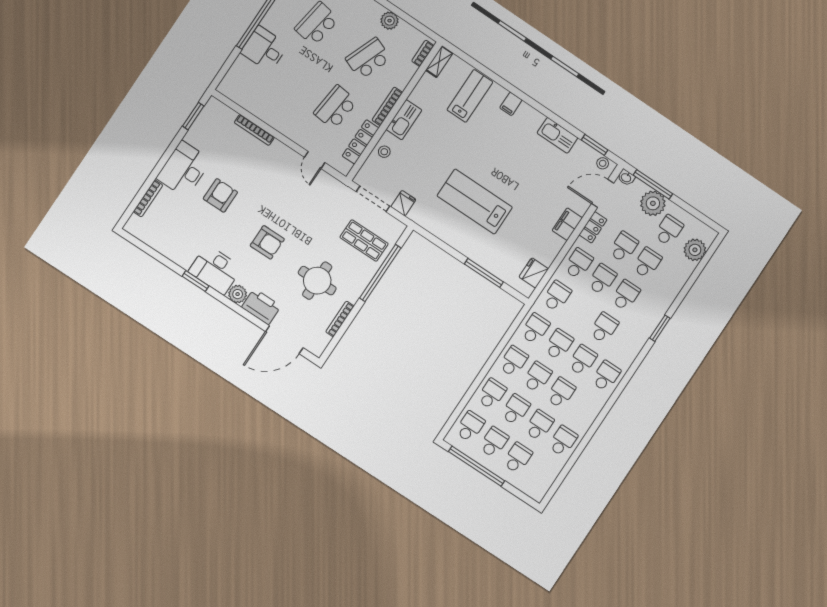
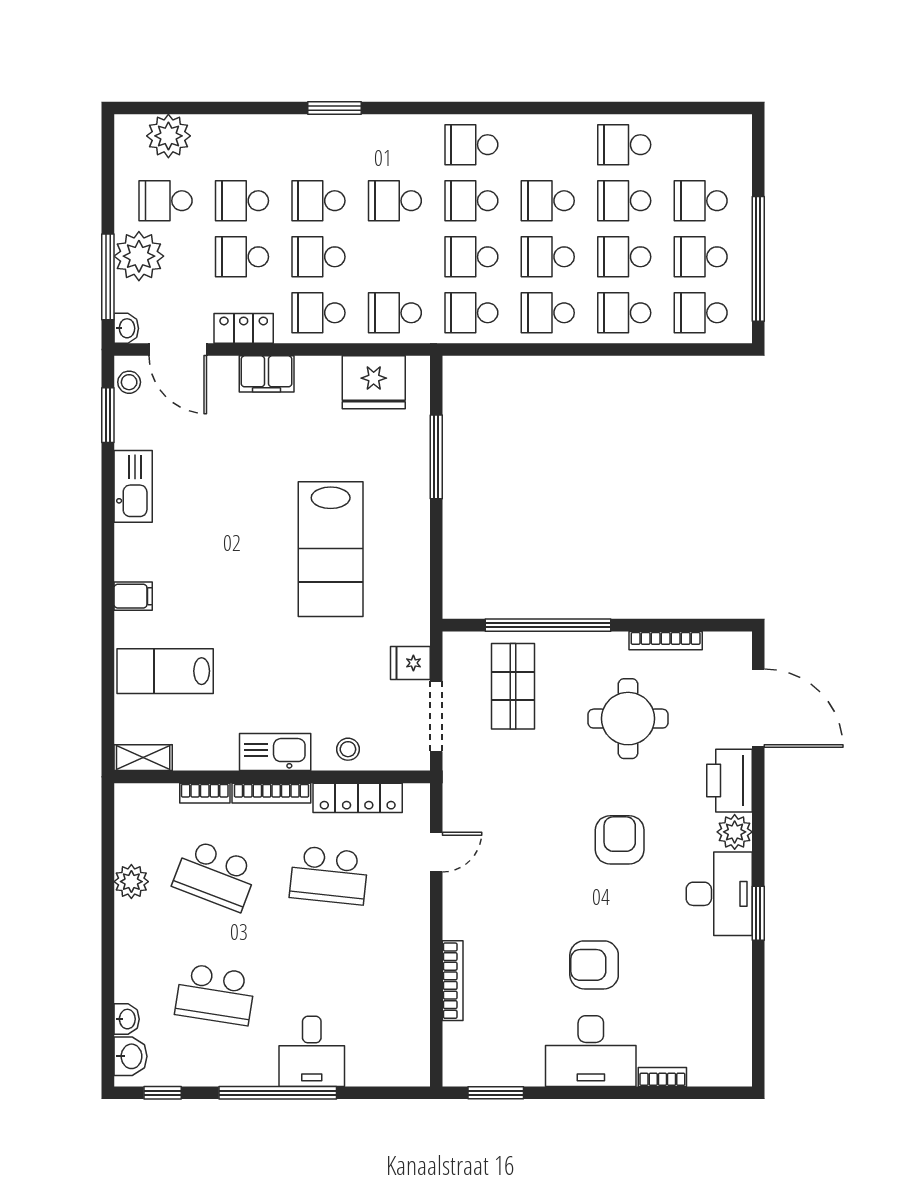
bookcase: (423, 53) -> (205, 793), moved
bookcase: (148, 198) -> (662, 1077), width x0.64
fridge: (534, 273) -> (374, 382), width x1.36, depth x1.34

